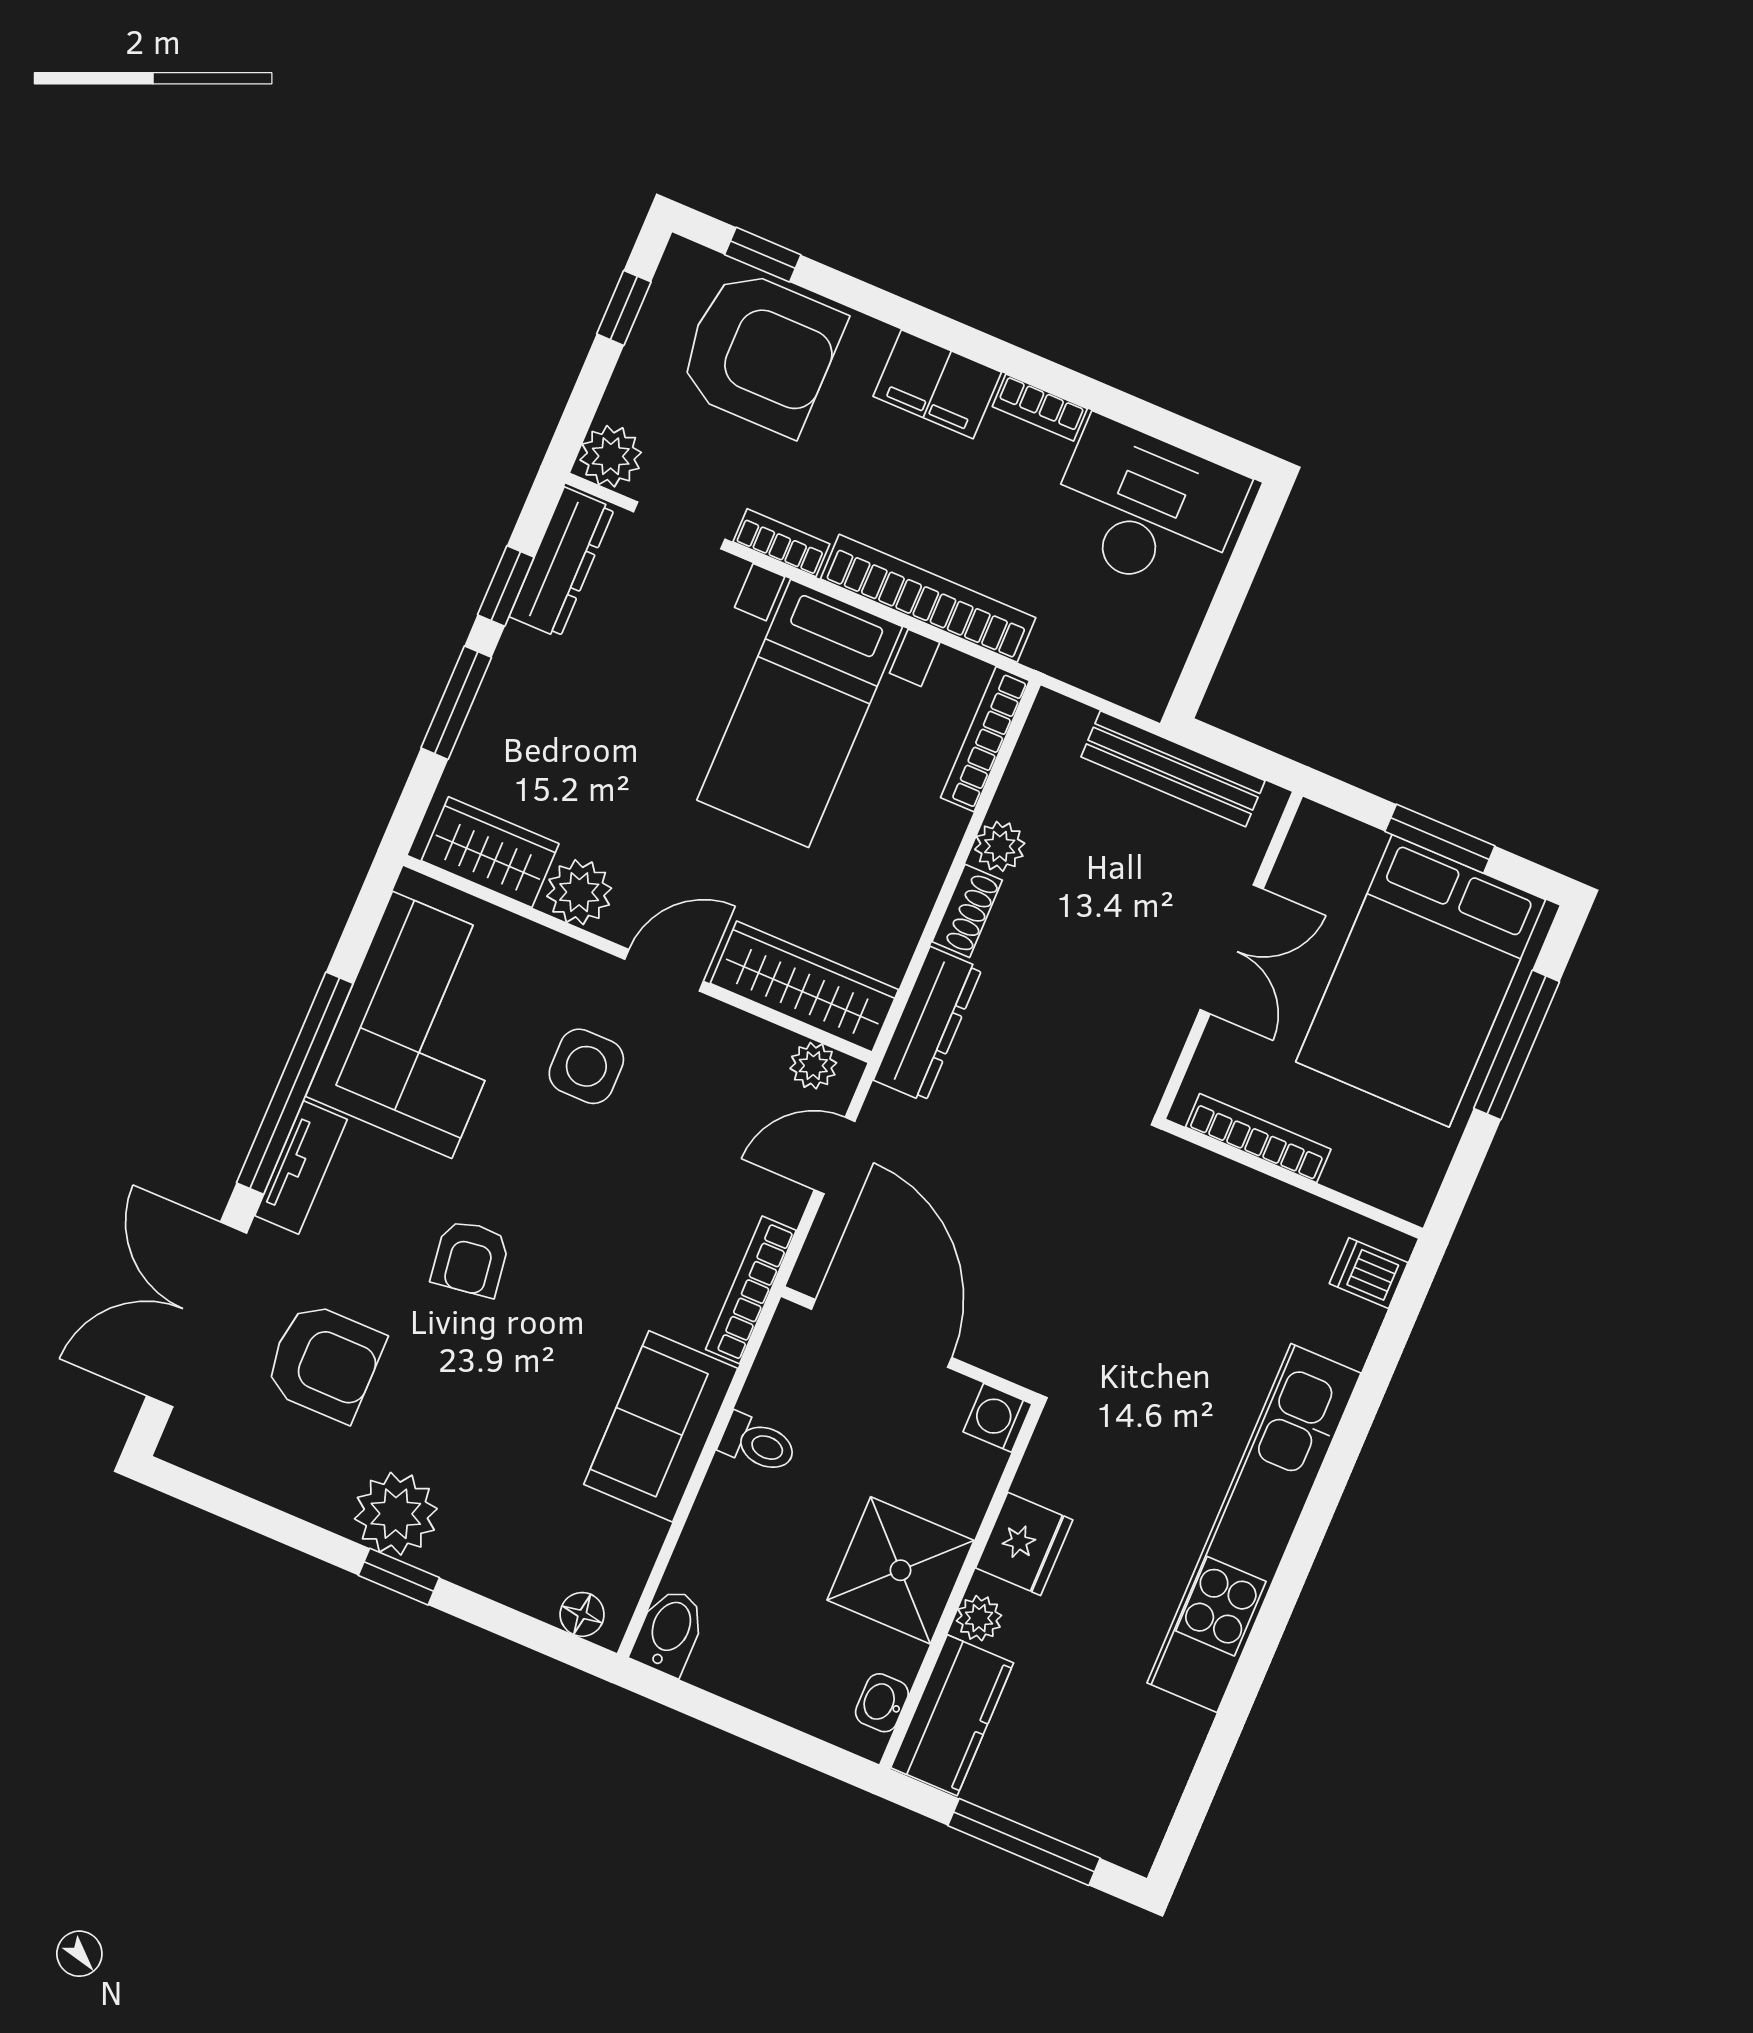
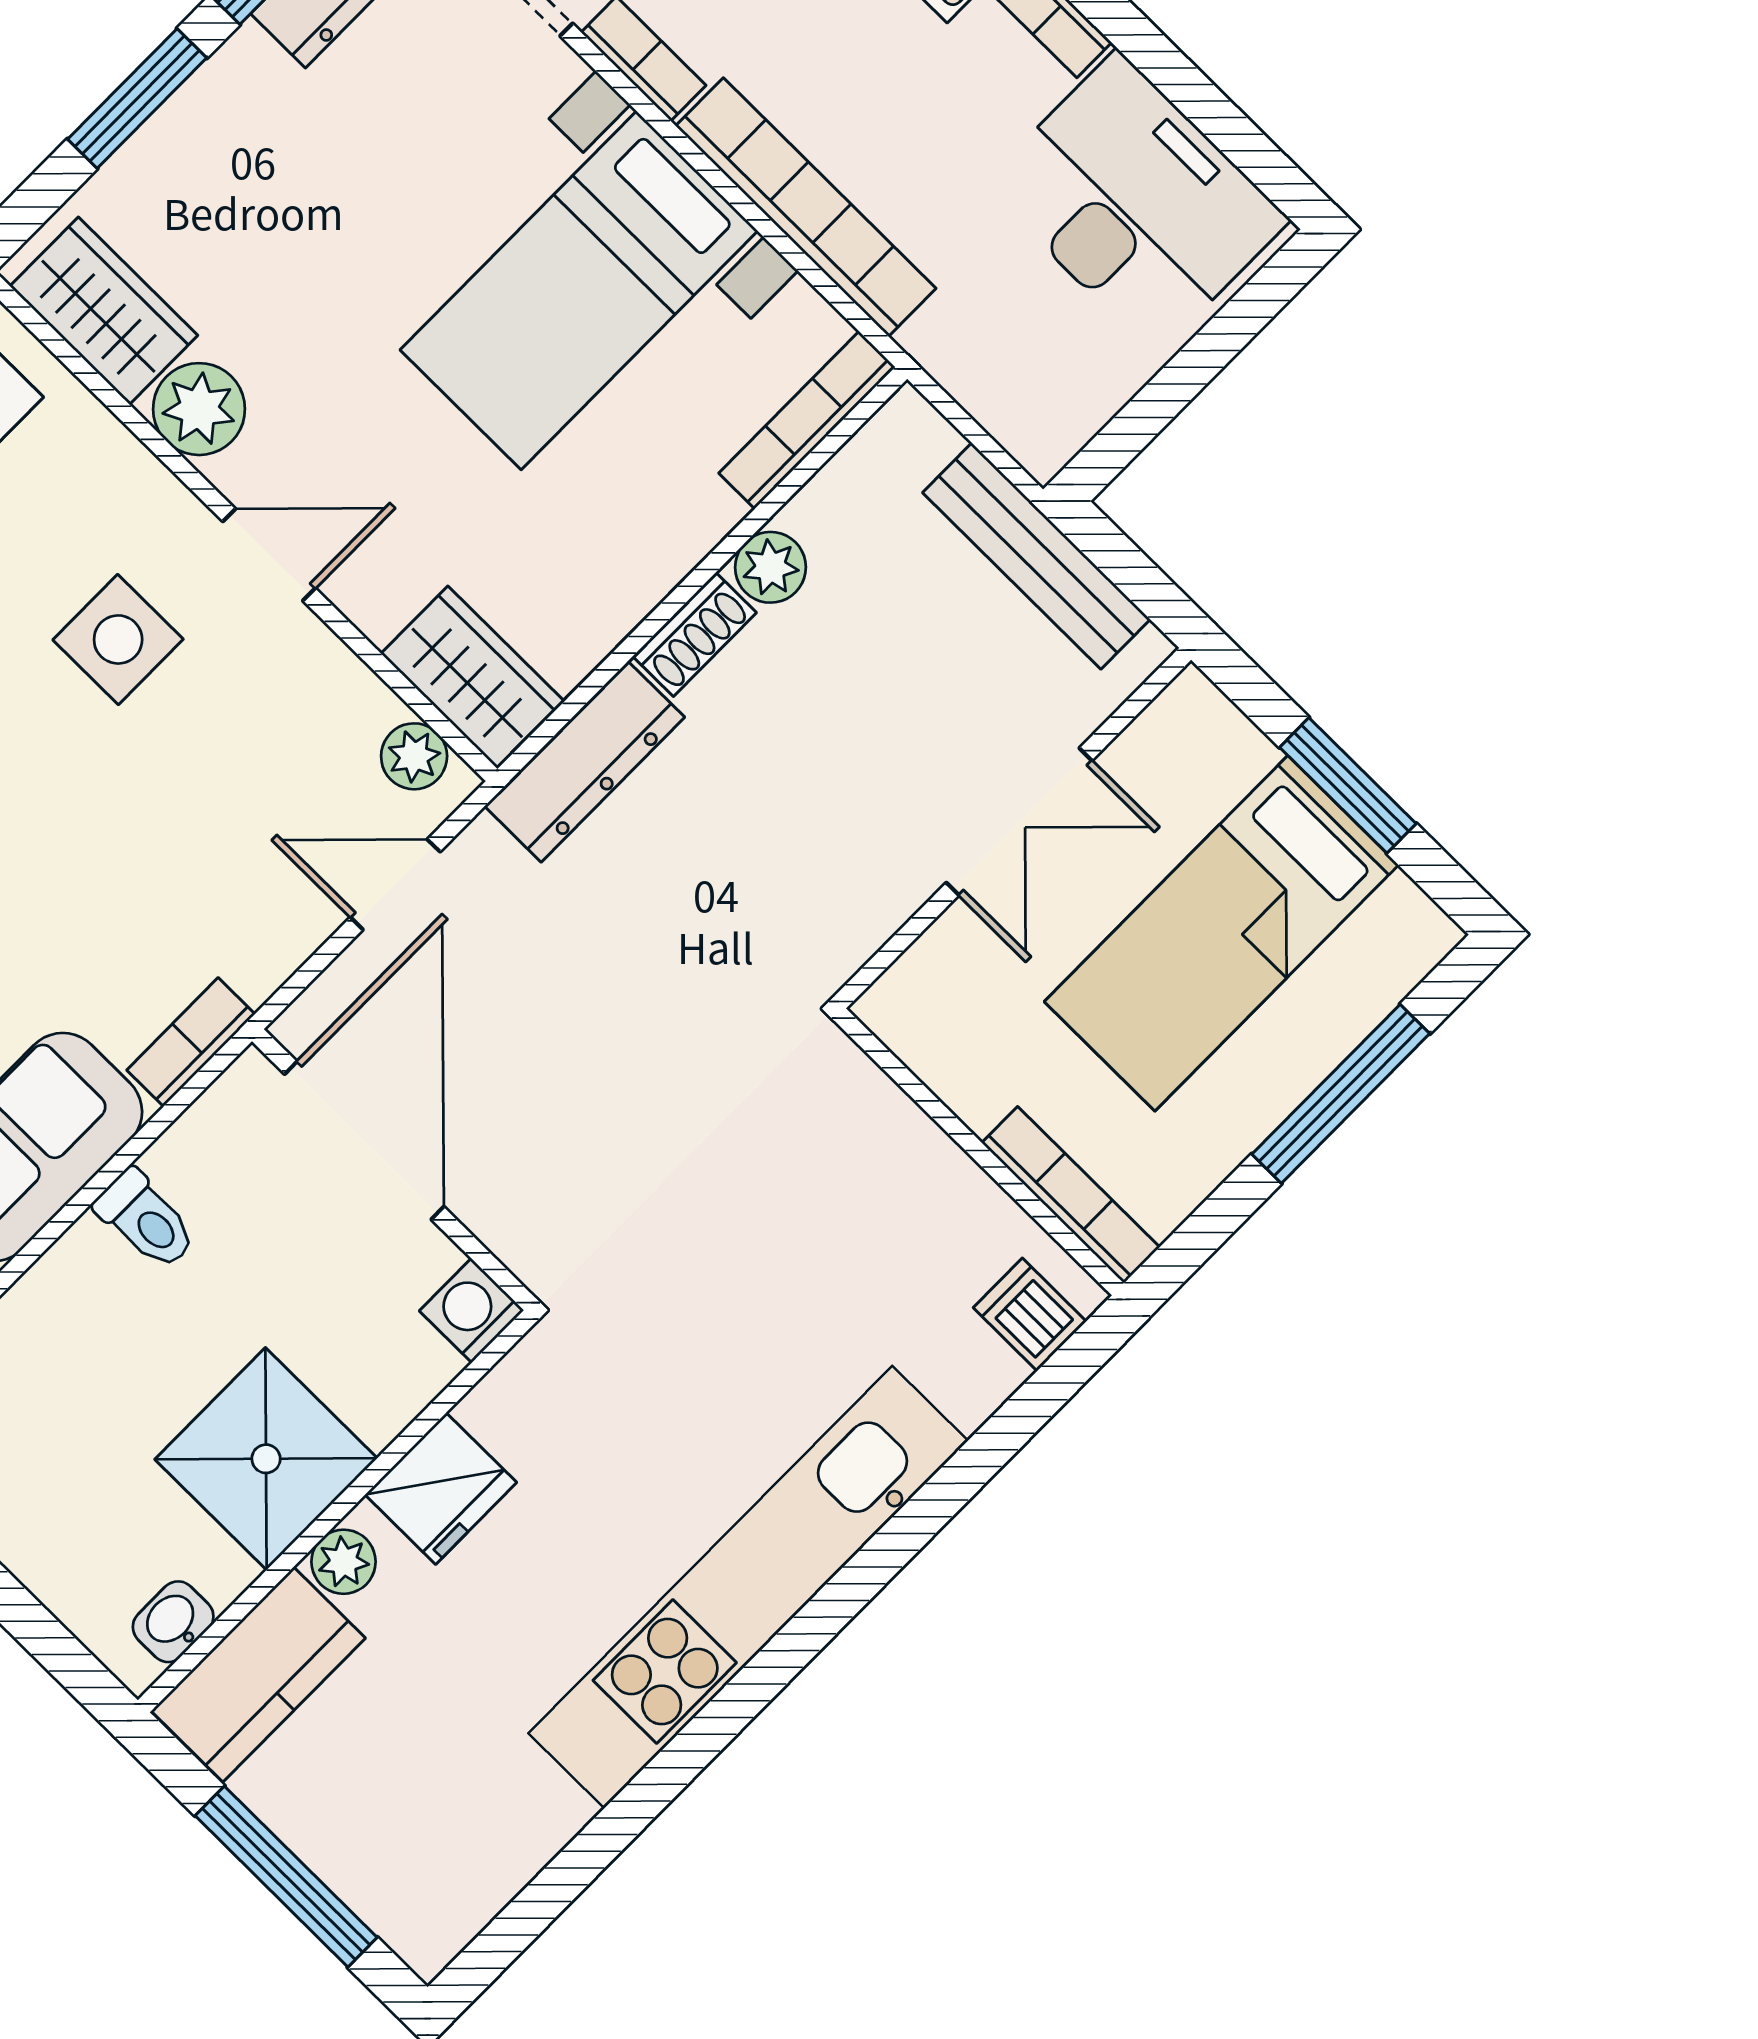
bed: (1421, 981) -> (1221, 933), width x0.67
wardrobe: (804, 986) -> (473, 677), width x0.67
bookcase: (1258, 1138) -> (1071, 1195), moved
bookcase: (751, 1290) -> (191, 1042), width x0.64

